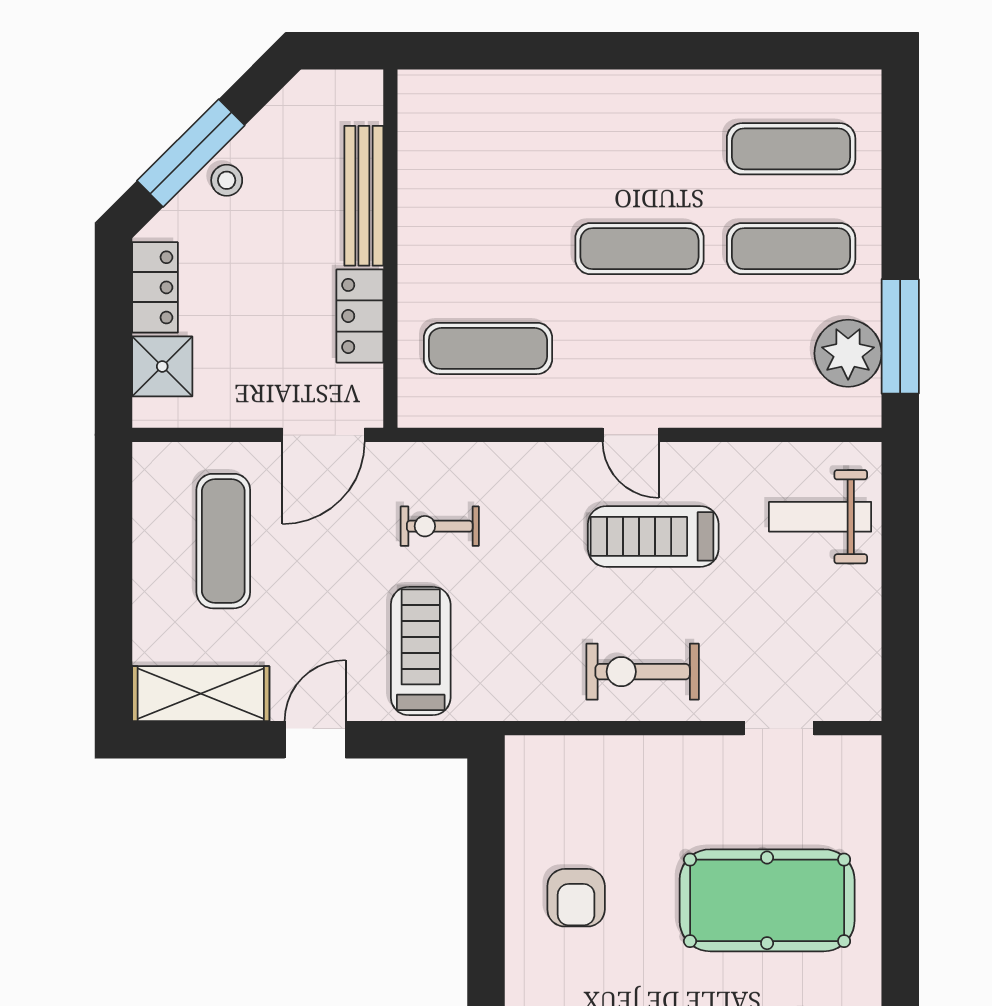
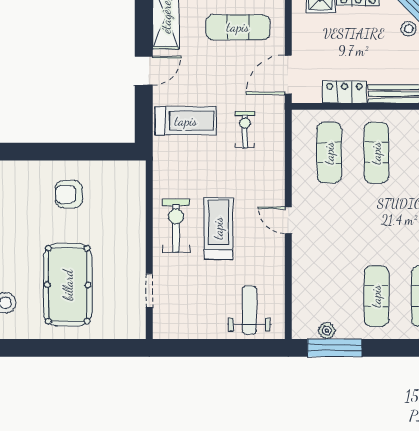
exercise mat: (640, 249) -> (376, 153), moved
plant: (848, 353) -> (327, 331), width x0.53, depth x0.53
door: (324, 435) -> (288, 75), hinge flipped
door: (631, 435) -> (288, 220), hinge flipped
treadmill: (653, 536) -> (218, 228), moved
door: (315, 740) -> (144, 71), hinge flipped

